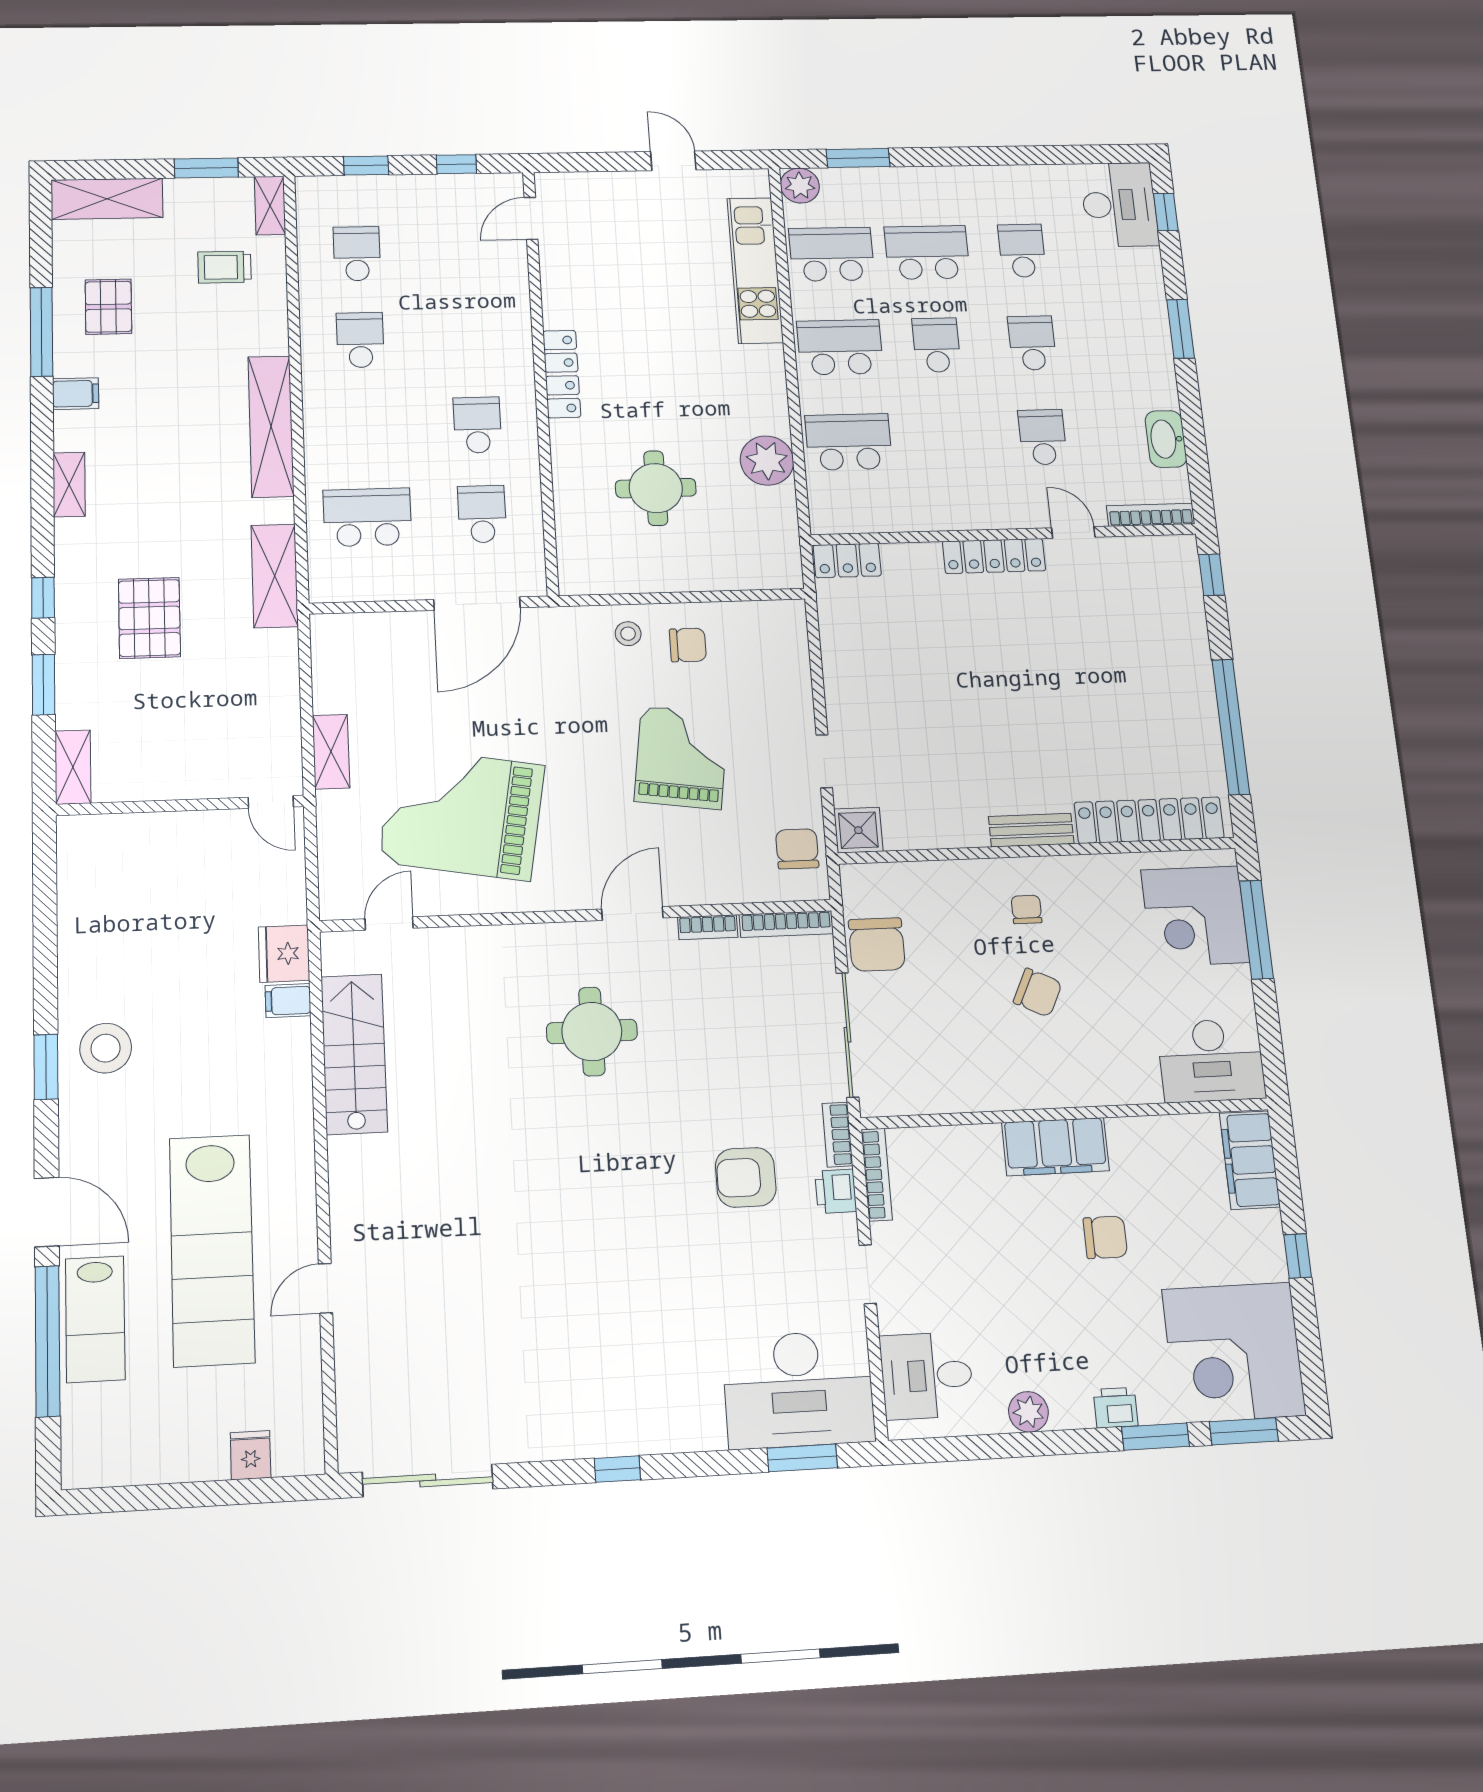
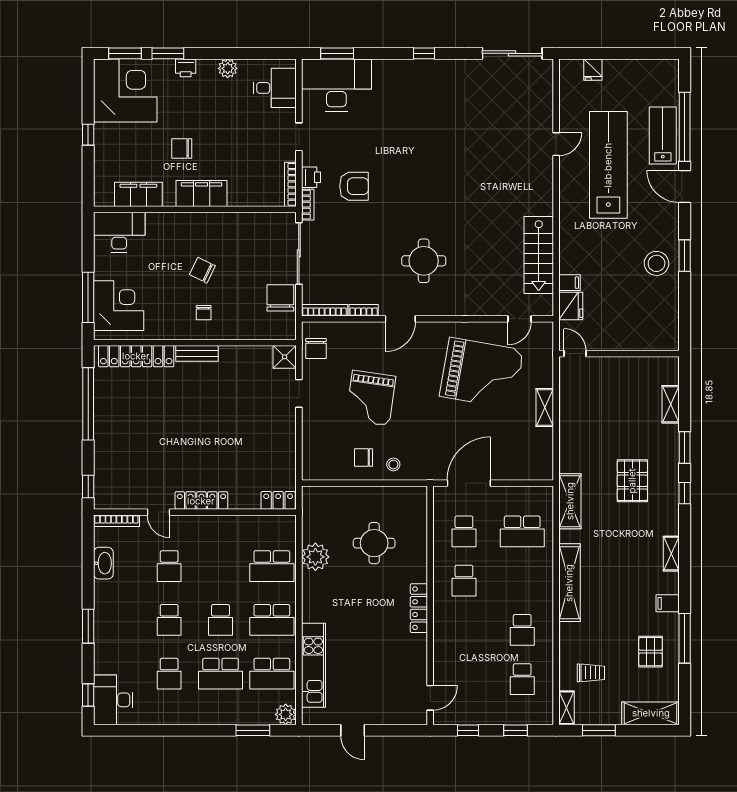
door: (271, 802) -> (575, 354), moved
wall: (180, 805) -> (619, 354), moved
filing cabinet: (1250, 1160) -> (138, 194), moved, turned -90

